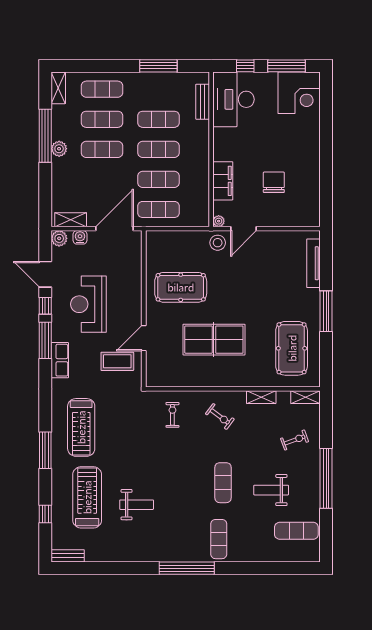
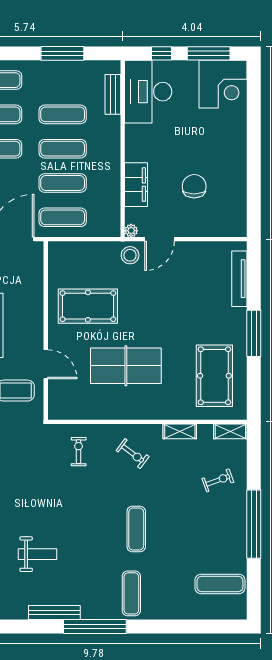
door: (144, 338) -> (46, 364), swing flipped
weight bench: (271, 490) -> (191, 537), removed
bench: (151, 556) -> (54, 612), added

